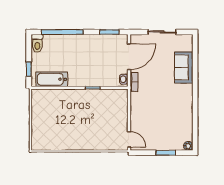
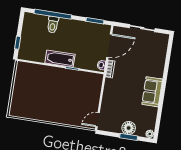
toilet: (37, 43) -> (53, 25), moved
sofa: (184, 67) -> (152, 92), moved
bathtub: (52, 79) -> (60, 59), moved
door: (129, 139) -> (98, 120), swing flipped
floor lamp: (164, 143) -> (129, 128), added

